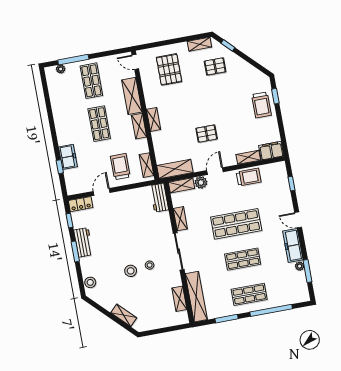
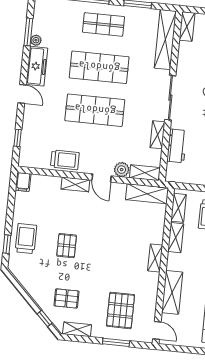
window: (165, 43) -> (116, 342), added
shelving: (139, 126) -> (176, 238), moved
pallet: (207, 134) -> (67, 246), moved, turned 90
filing cabinet: (271, 151) -> (23, 182), width x0.50
shelving: (248, 157) -> (75, 184), moved
door: (215, 171) -> (102, 178), hinge flipped
trolley: (249, 177) -> (65, 160), turned 180
workbench: (159, 198) -> (177, 146), moved
shop shelf: (243, 259) -> (99, 67), width x1.43, depth x1.36
shelving: (179, 299) -> (187, 27), moved

